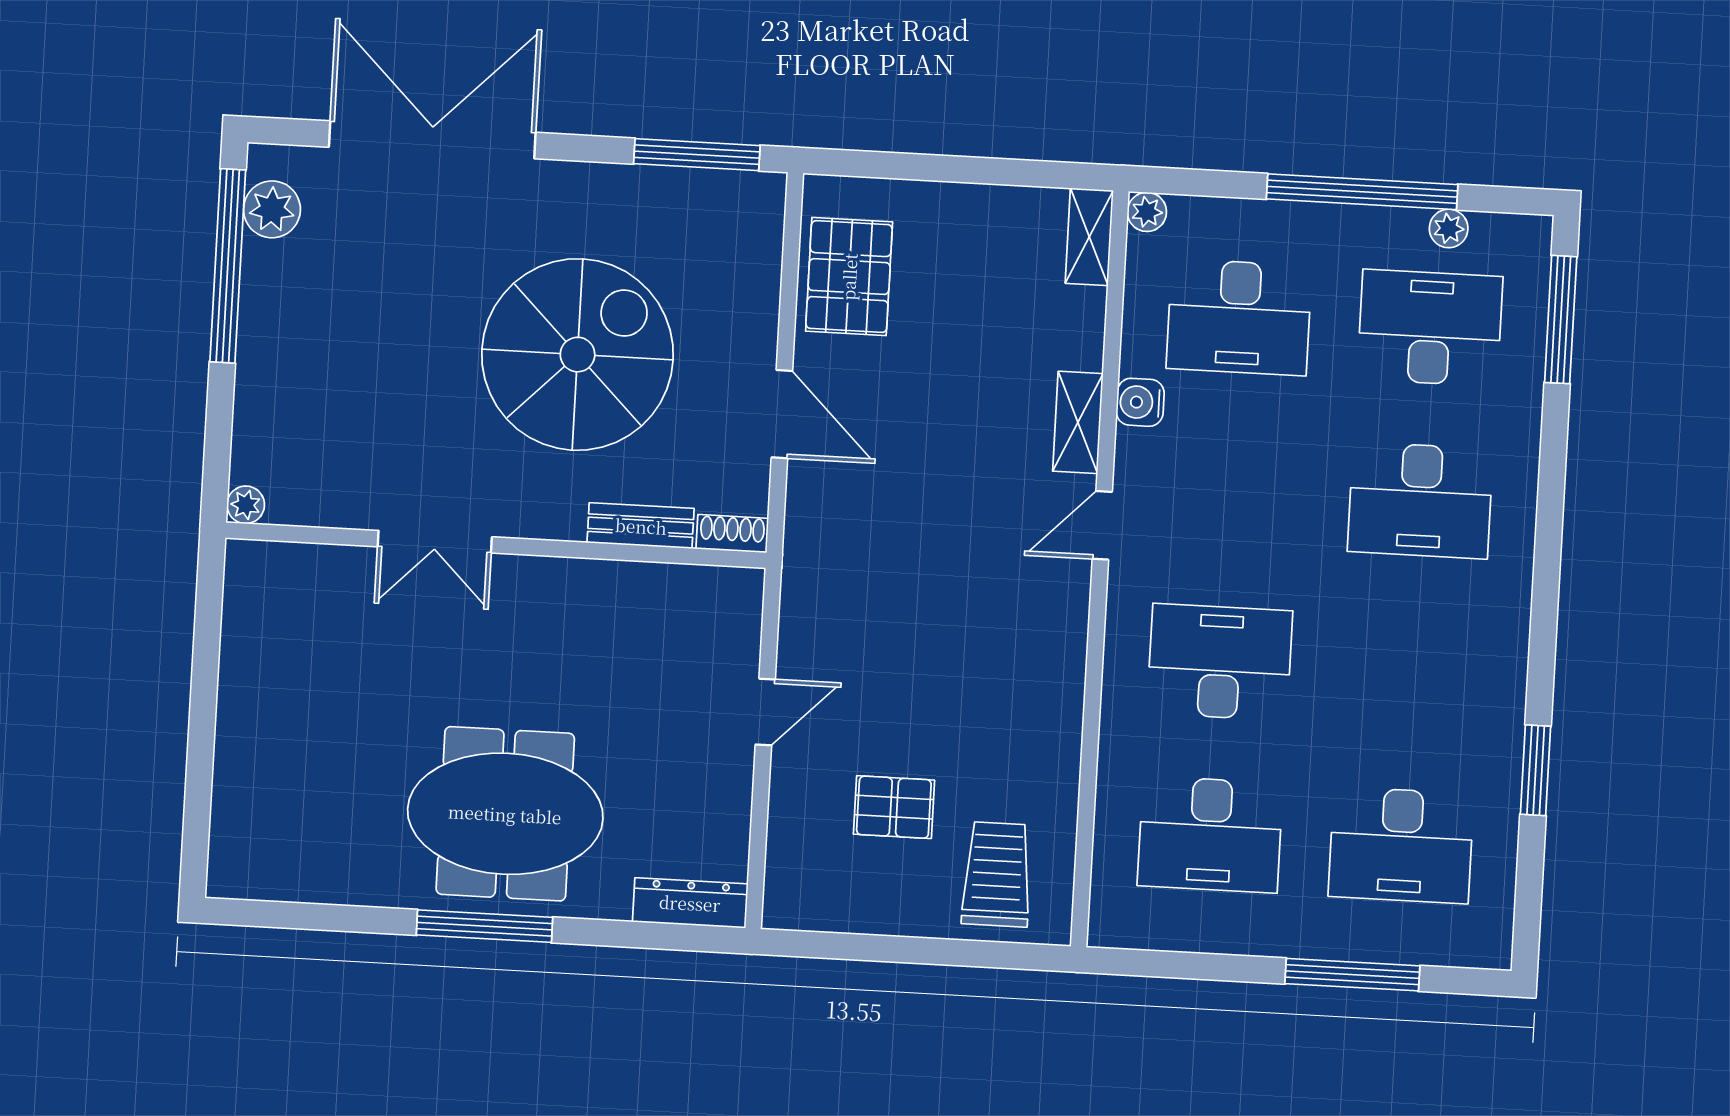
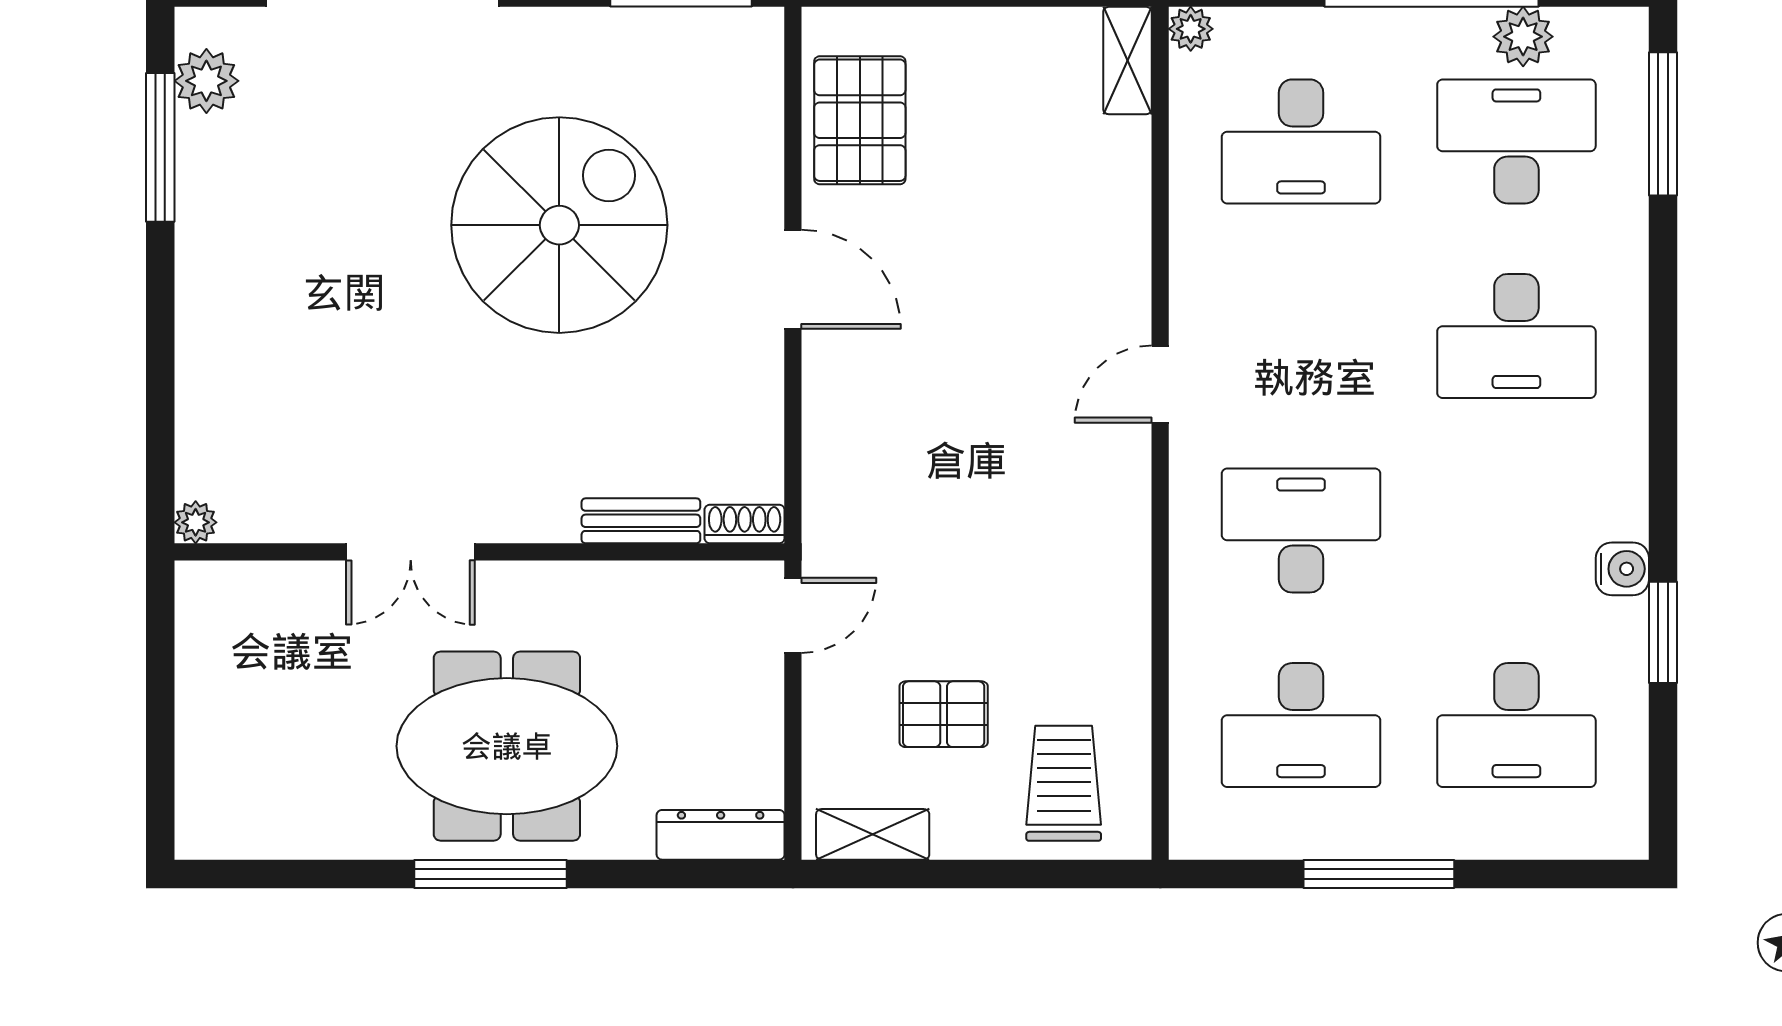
plant: (1449, 228) -> (1523, 37), width x1.38, depth x1.38
window: (228, 266) -> (160, 147), width x0.68
water cooler: (1140, 402) -> (1622, 569), moved, turned 180
shelving: (1078, 422) -> (873, 834), moved, turned 90
plant: (246, 505) -> (196, 522), moved
bench: (641, 526) -> (641, 521), moved
shoe rack: (732, 534) -> (745, 524), moved
double door: (435, 542) -> (411, 552), moved
wall: (496, 545) -> (479, 552), moved
window: (1352, 975) -> (1379, 874), moved

